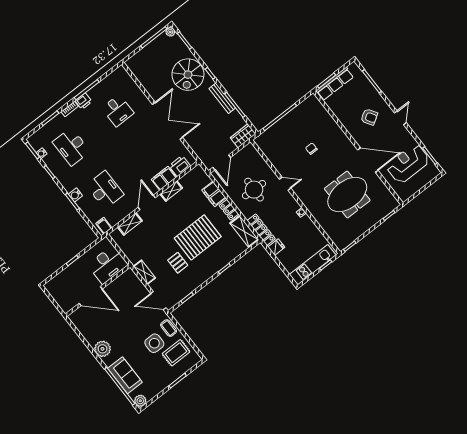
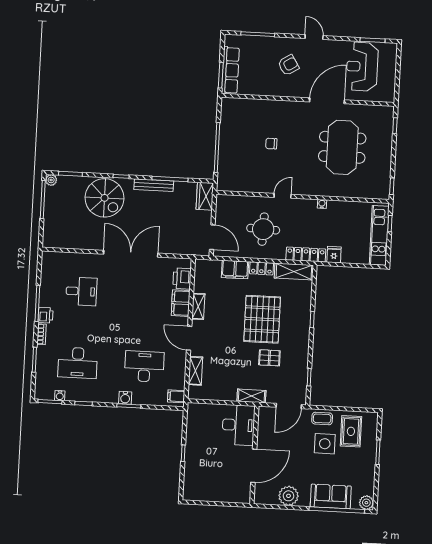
desk: (108, 265) -> (238, 425), moved
wall: (98, 291) -> (254, 455), moved
door: (91, 296) -> (254, 466), moved

